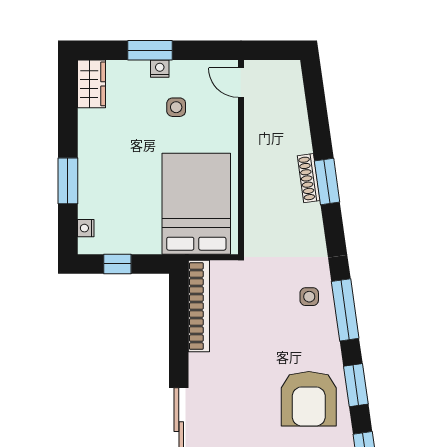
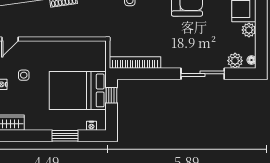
bed: (196, 204) -> (78, 90), moved
window: (117, 264) -> (111, 95), moved

